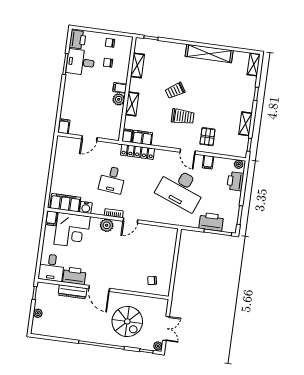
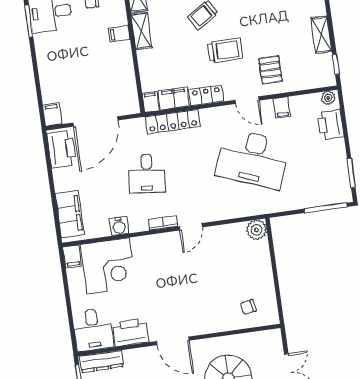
plant: (119, 99) -> (123, 51), removed
shelving: (132, 104) -> (141, 31), moved
door: (89, 138) -> (95, 122), width x1.88
locker: (163, 141) -> (206, 95), added
filing cabinet: (65, 203) -> (70, 214), moved, turned 90
printer: (211, 222) -> (62, 149), moved, turned 90
plant: (107, 225) -> (257, 230), moved
dresser: (73, 292) -> (101, 362), moved

